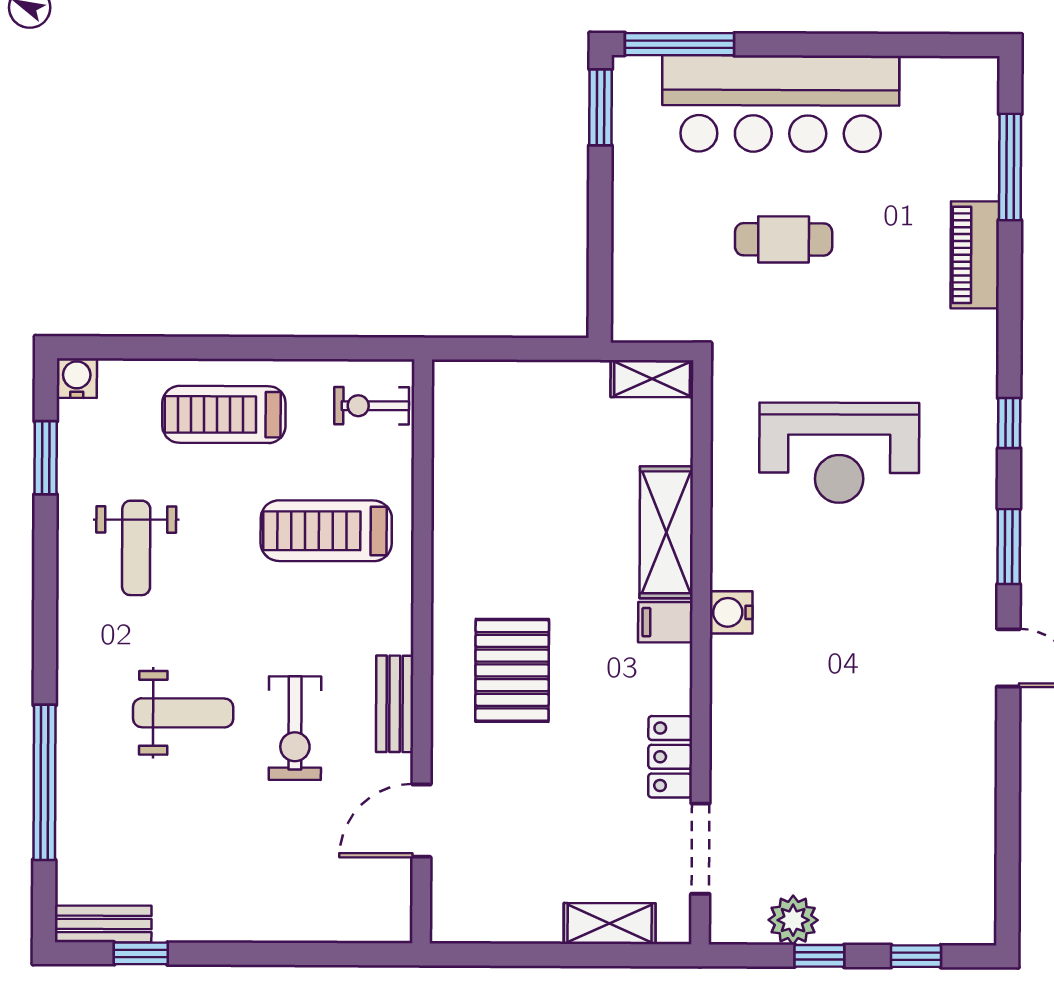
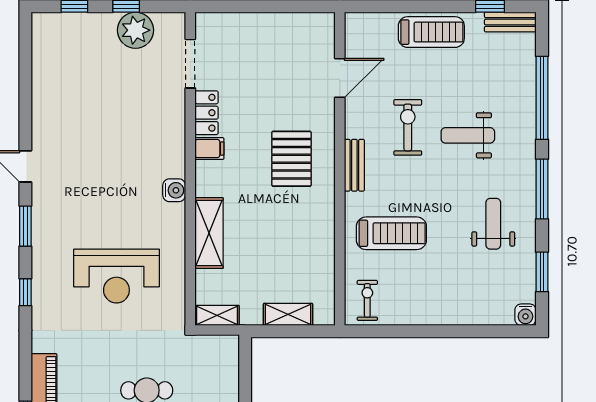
exercise bike: (372, 406) -> (367, 300), turned -90
treadmill: (224, 414) -> (431, 32), moved
reception desk: (839, 453) -> (116, 276), turned 180
window: (45, 612) -> (542, 189), added
filing cabinet: (665, 622) -> (209, 149), moved
bench: (395, 704) -> (354, 165), moved
plant: (793, 920) -> (136, 30), width x1.36, depth x1.36
shelving: (610, 924) -> (288, 314), moved

